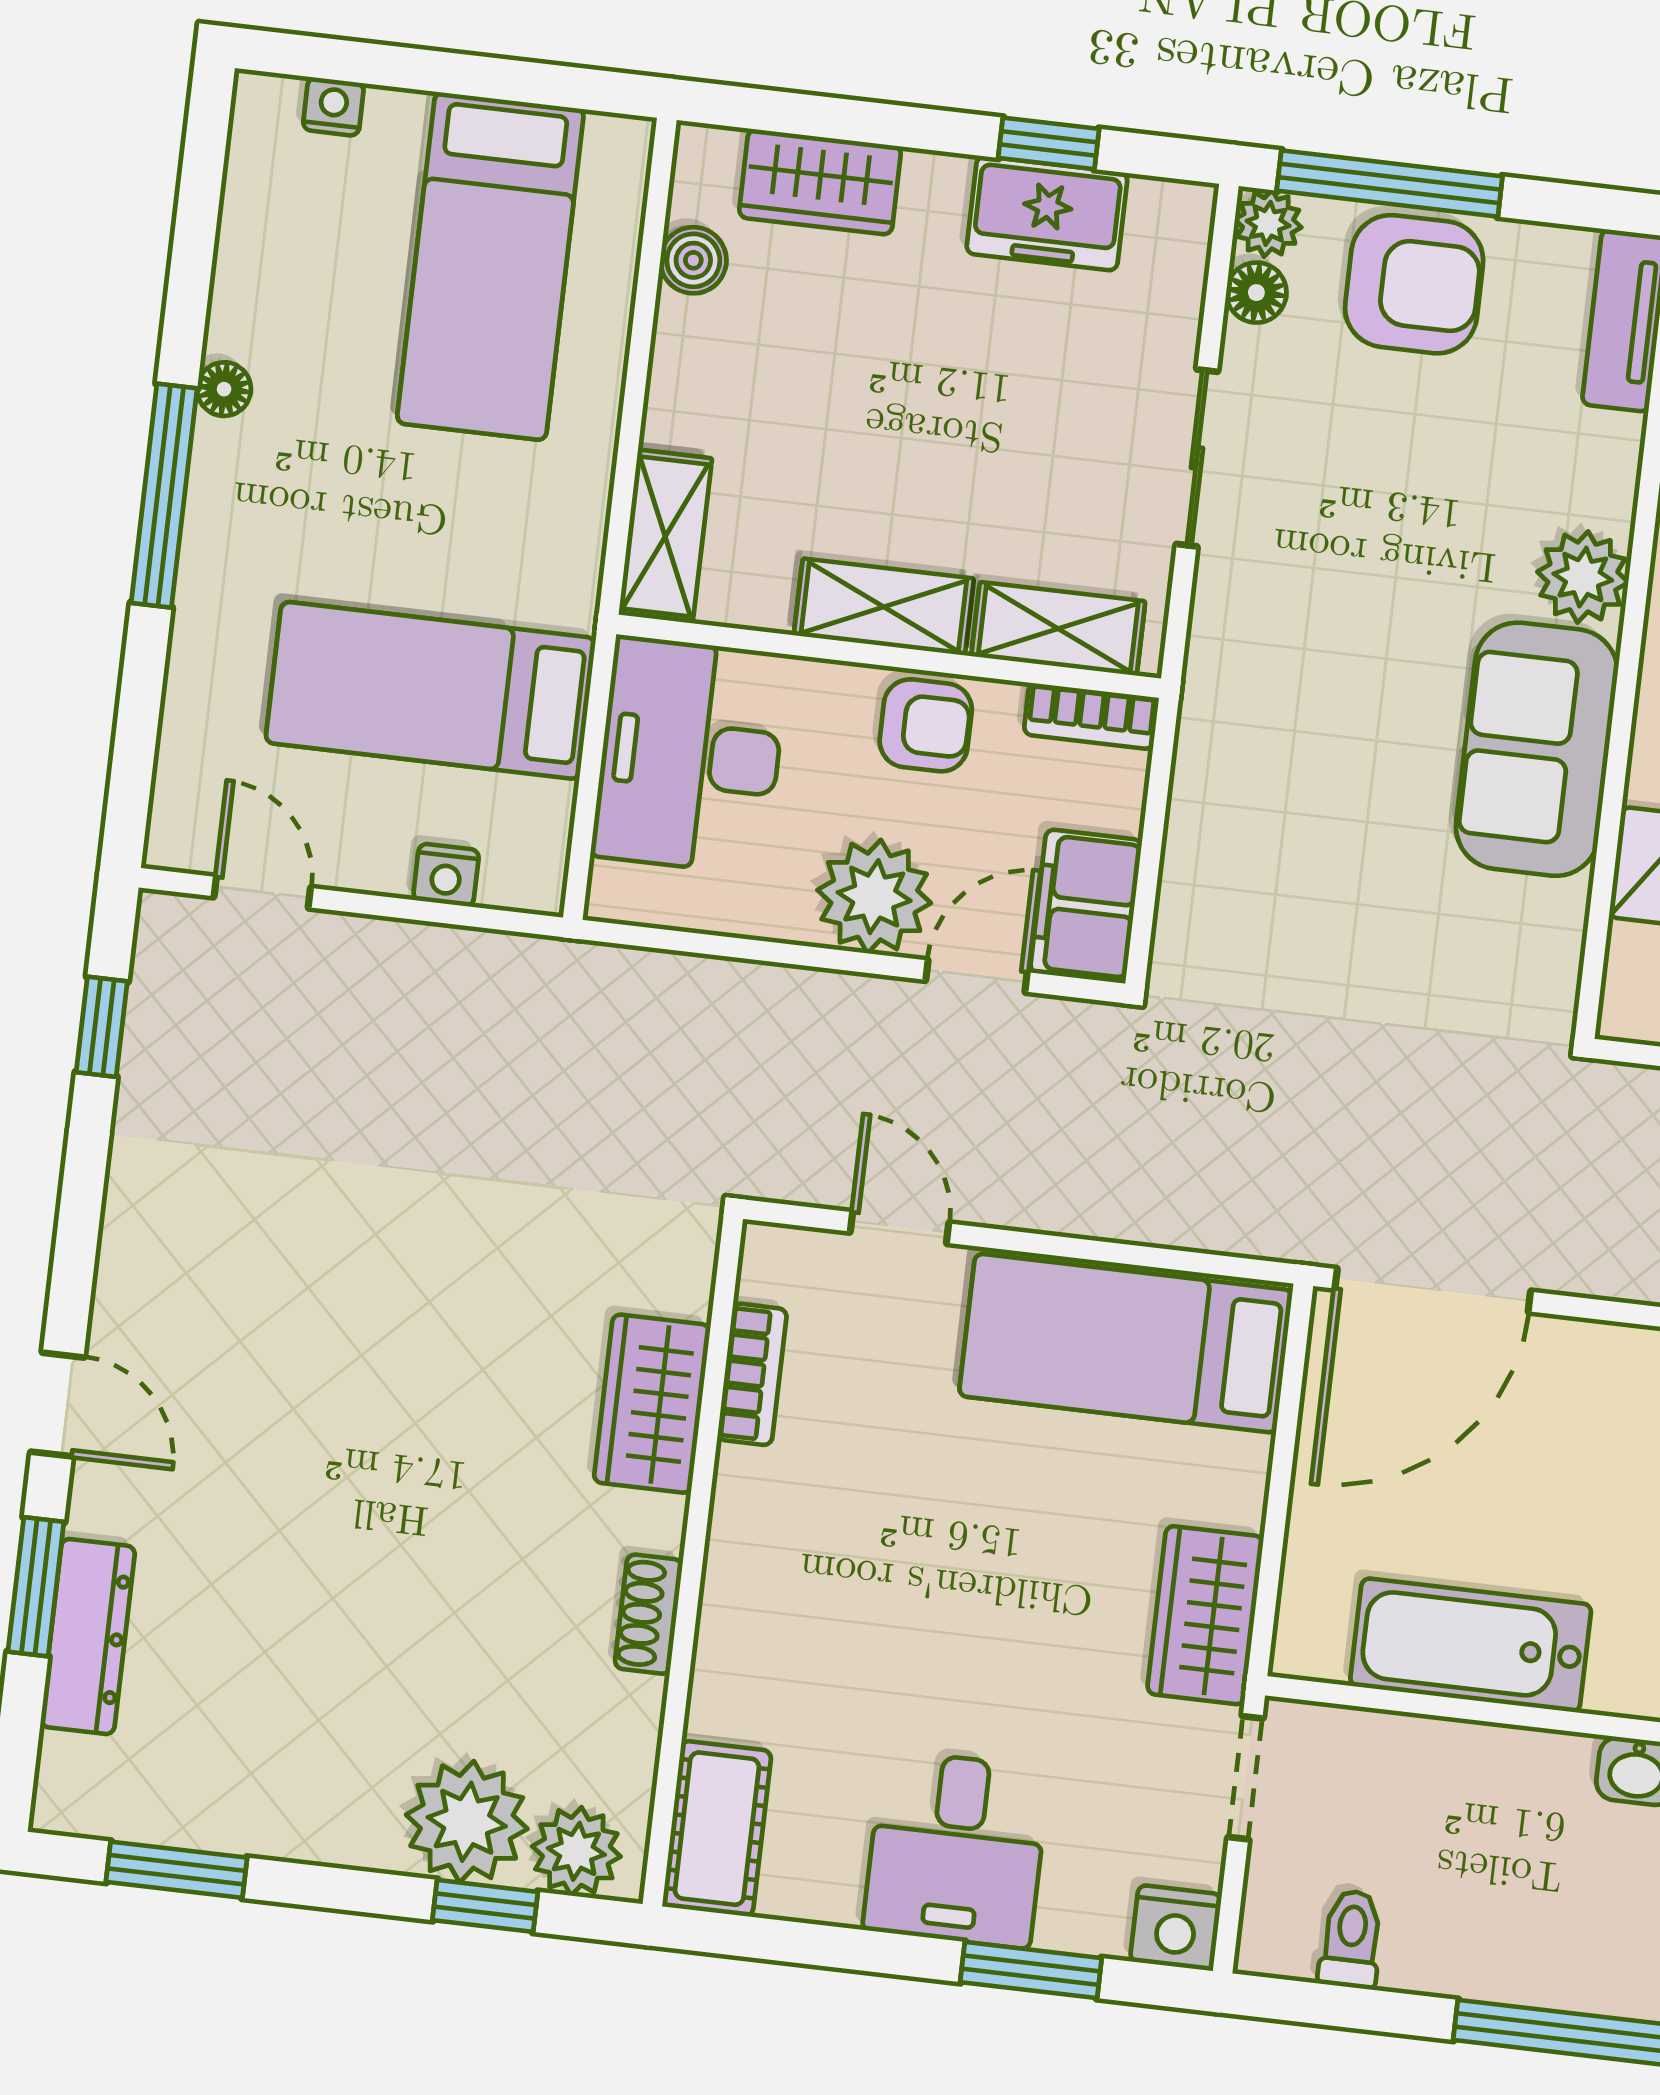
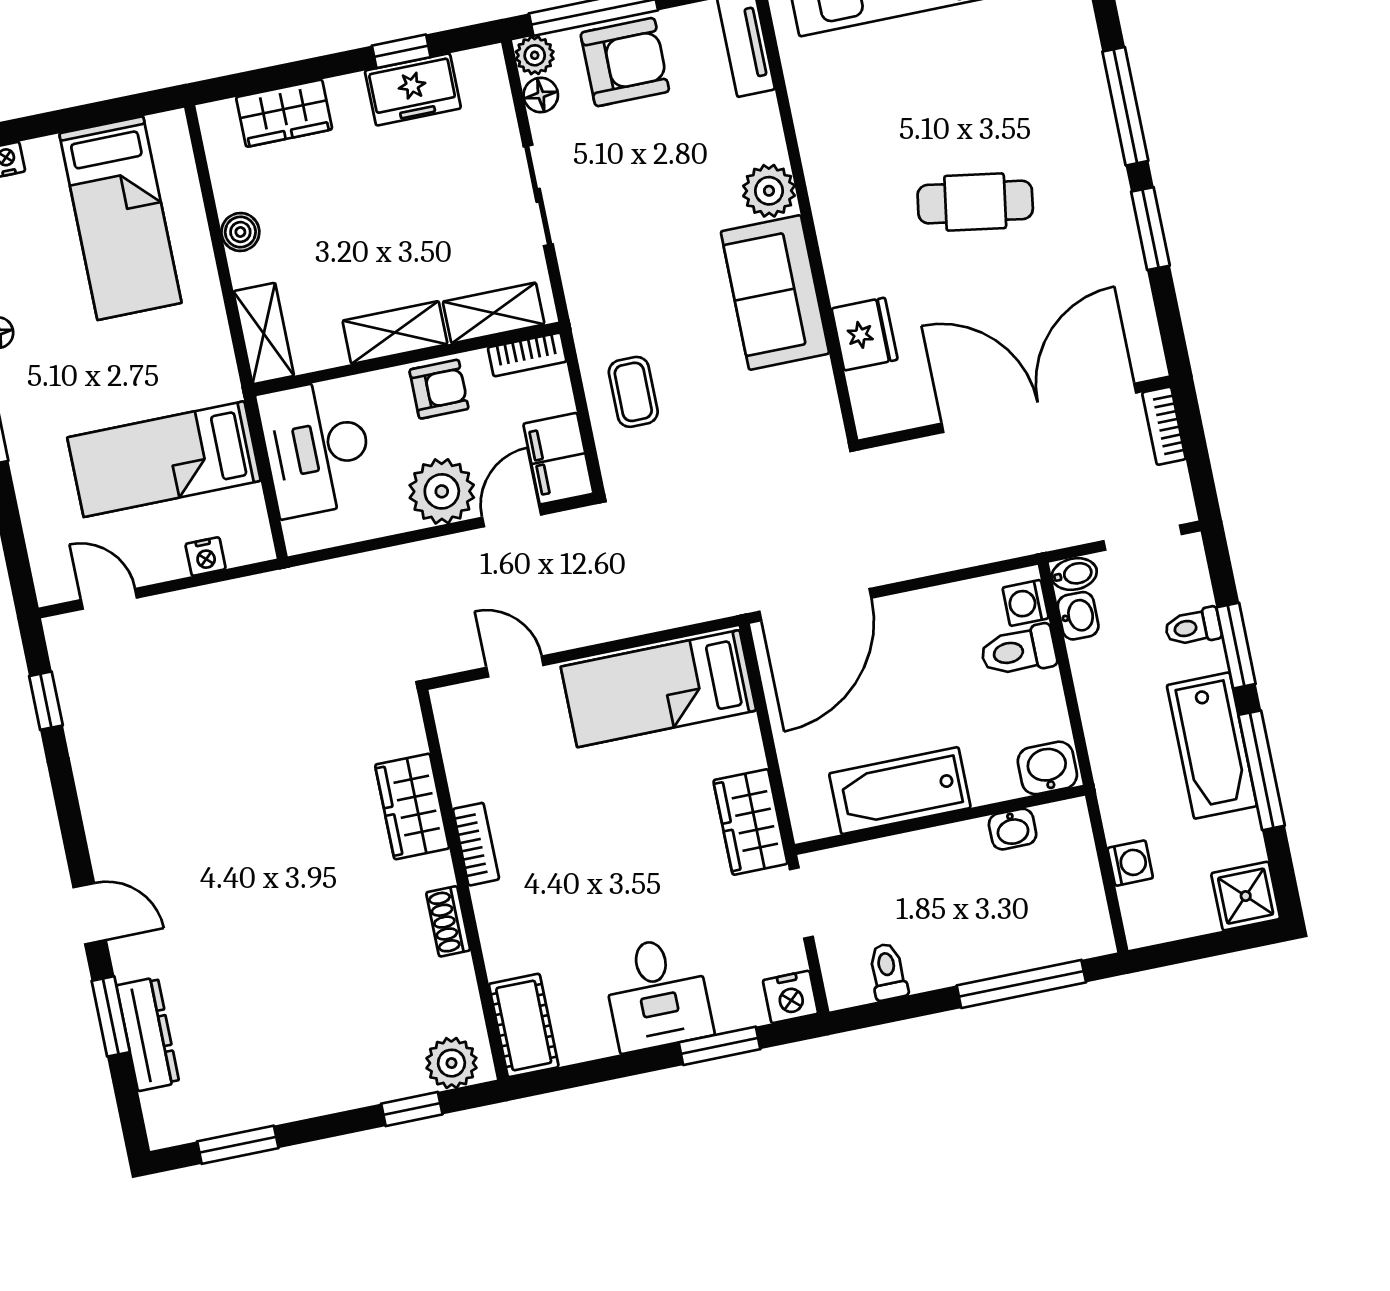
boiler: (693, 260) -> (240, 232), moved
coffee table: (1247, 836) -> (633, 392), added
bookcase: (752, 1374) -> (476, 844), moved
plant: (467, 1822) -> (387, 1067), removed

